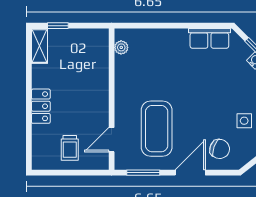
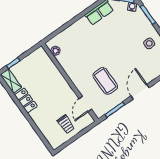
locker: (41, 106) -> (26, 101), moved
coffee table: (157, 129) -> (105, 81), width x0.73, depth x0.76
chair: (220, 149) -> (147, 68), removed

